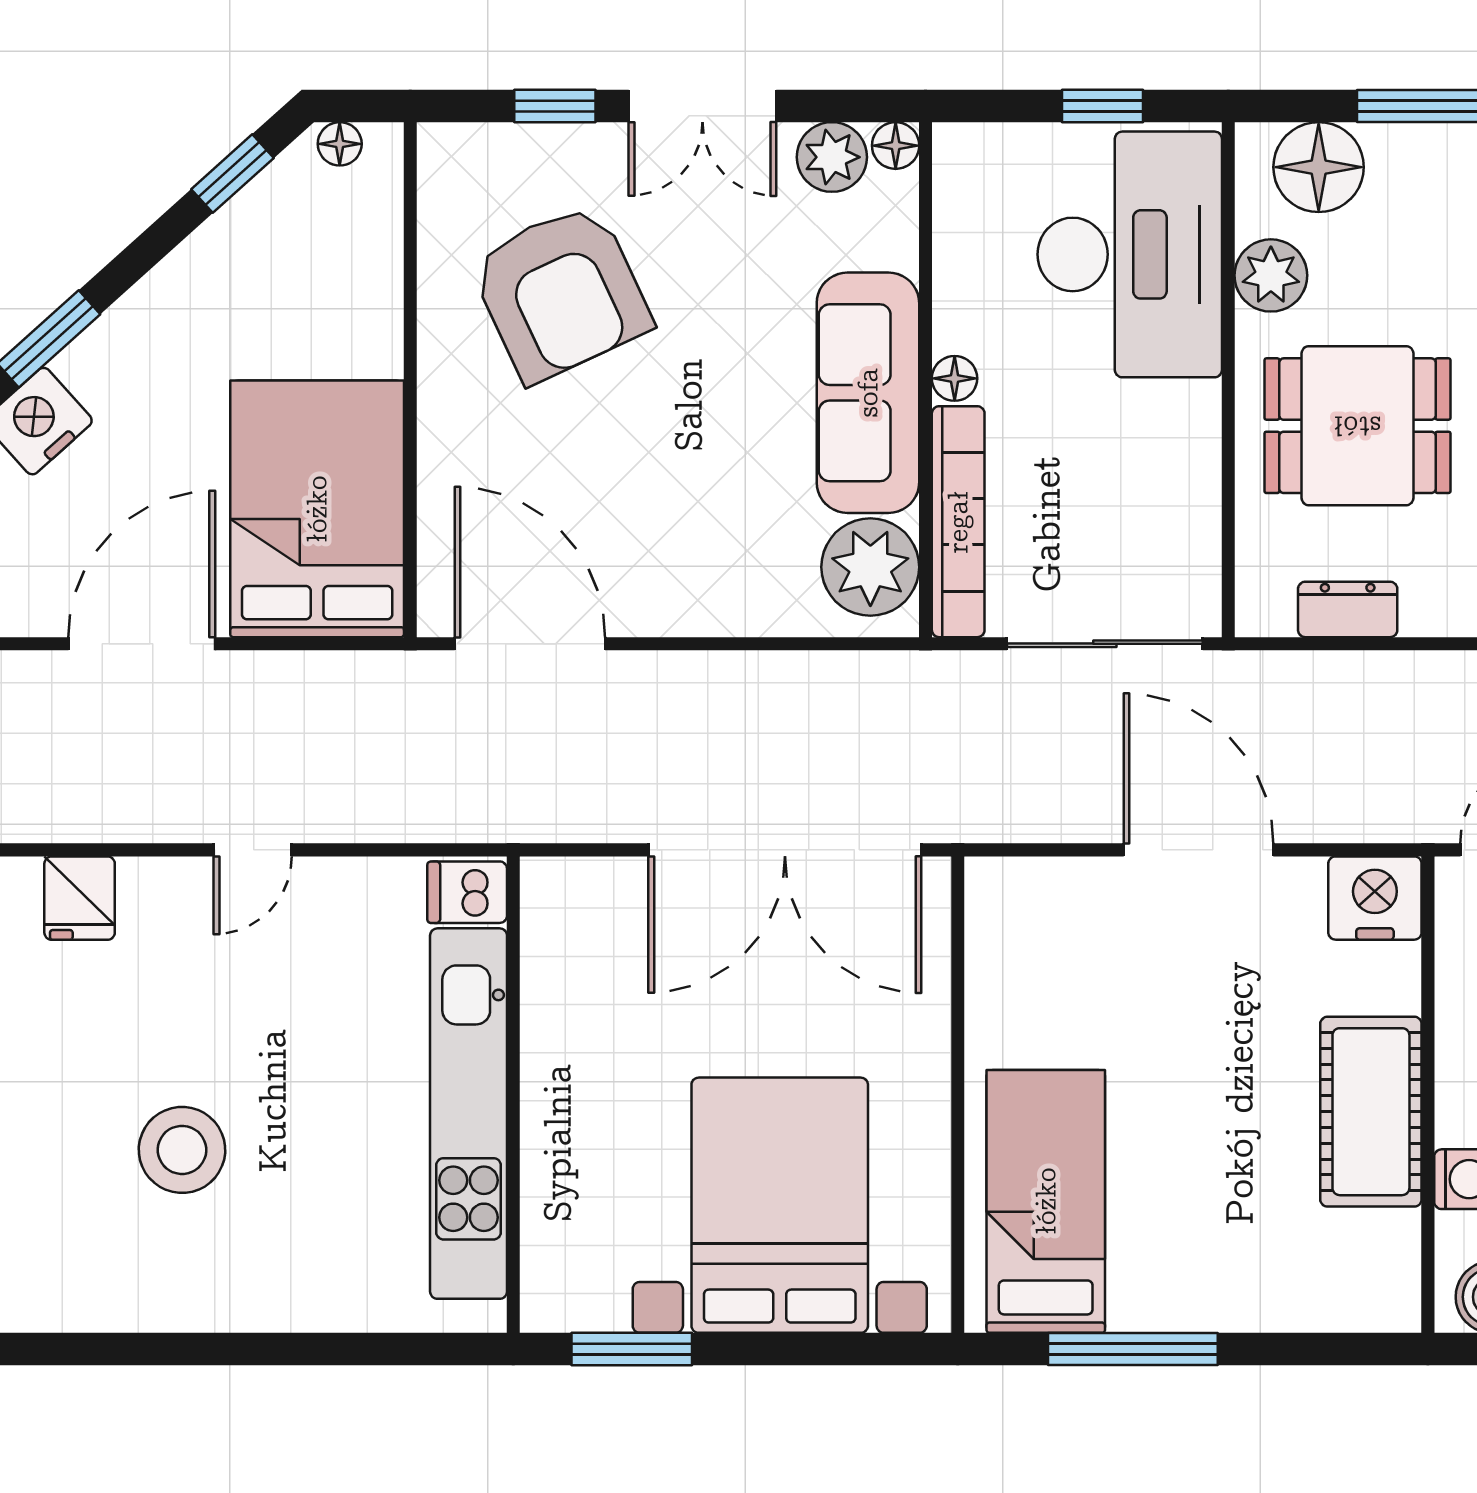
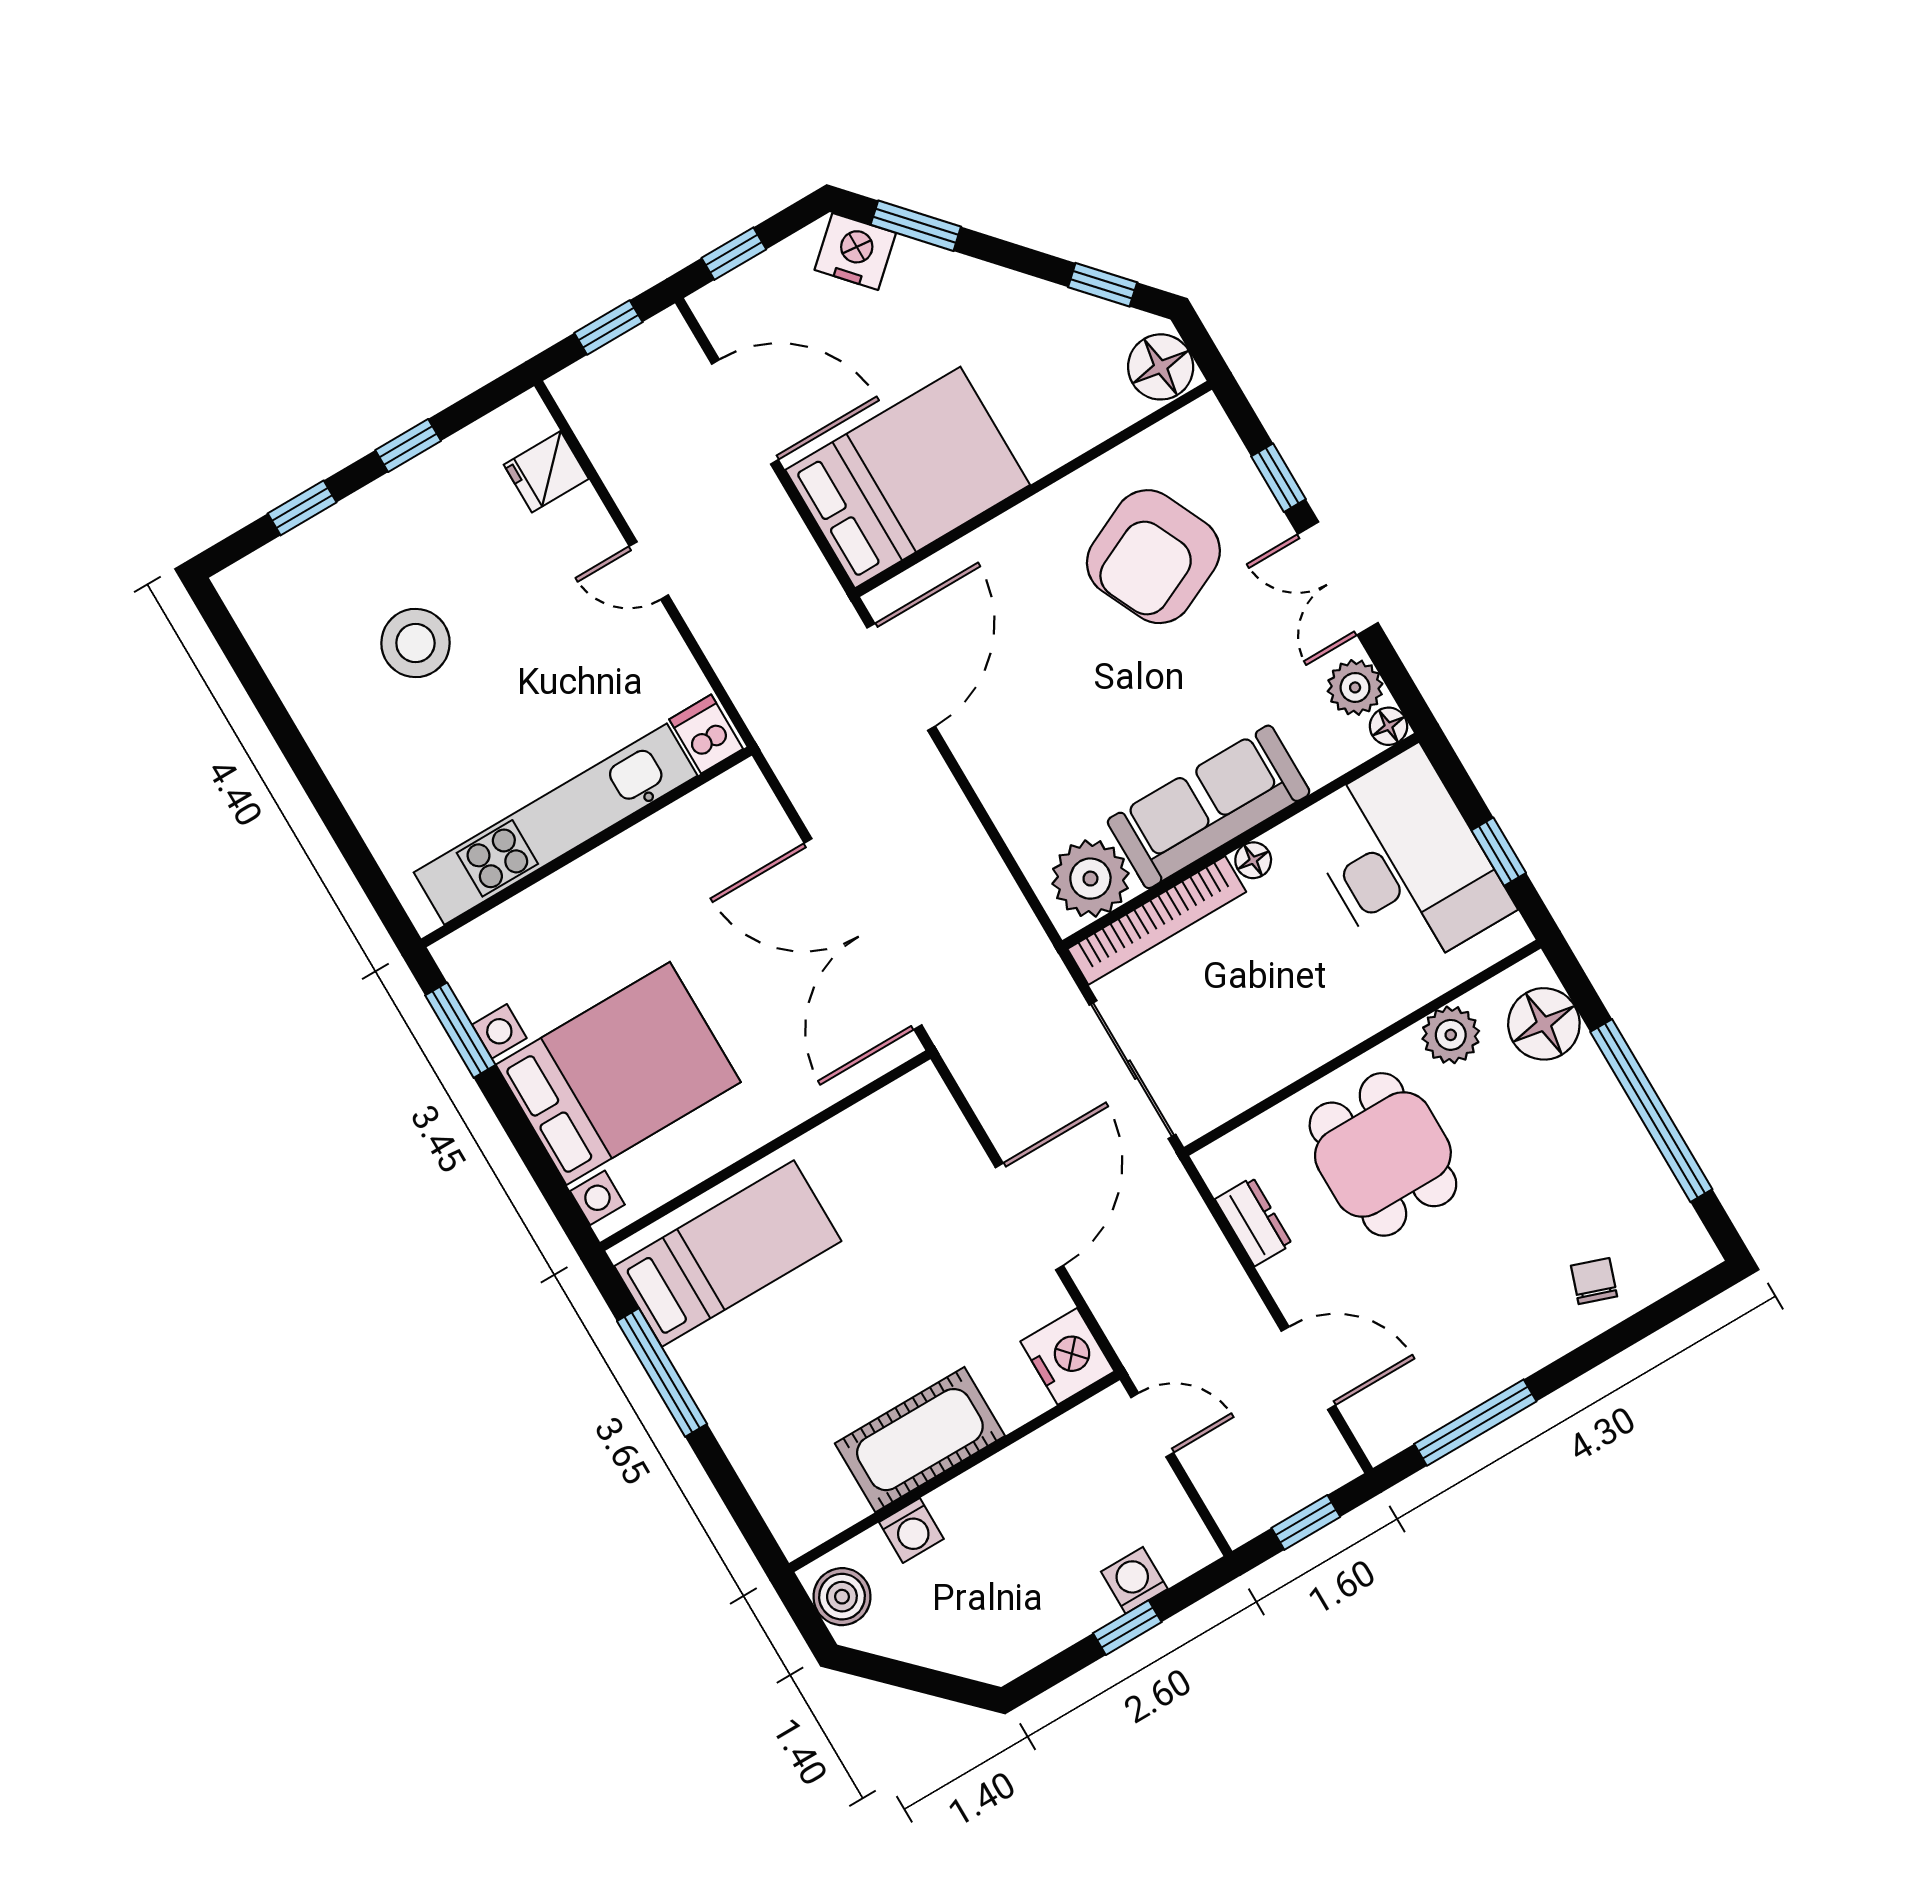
floor lamp: (340, 144) -> (1161, 367), width x1.89, depth x1.89
desk: (1130, 254) -> (1406, 863), moved, turned -90

